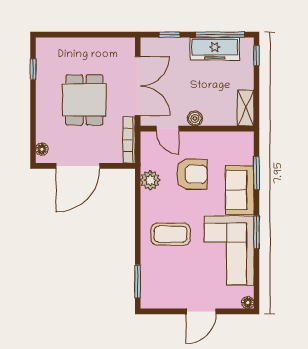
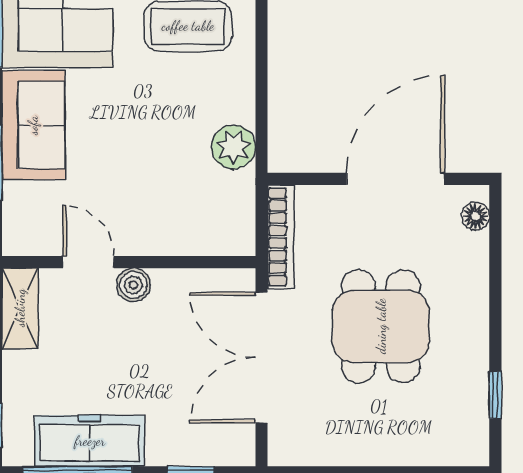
door: (168, 129) -> (88, 262), moved
armchair: (192, 174) -> (140, 160), removed

